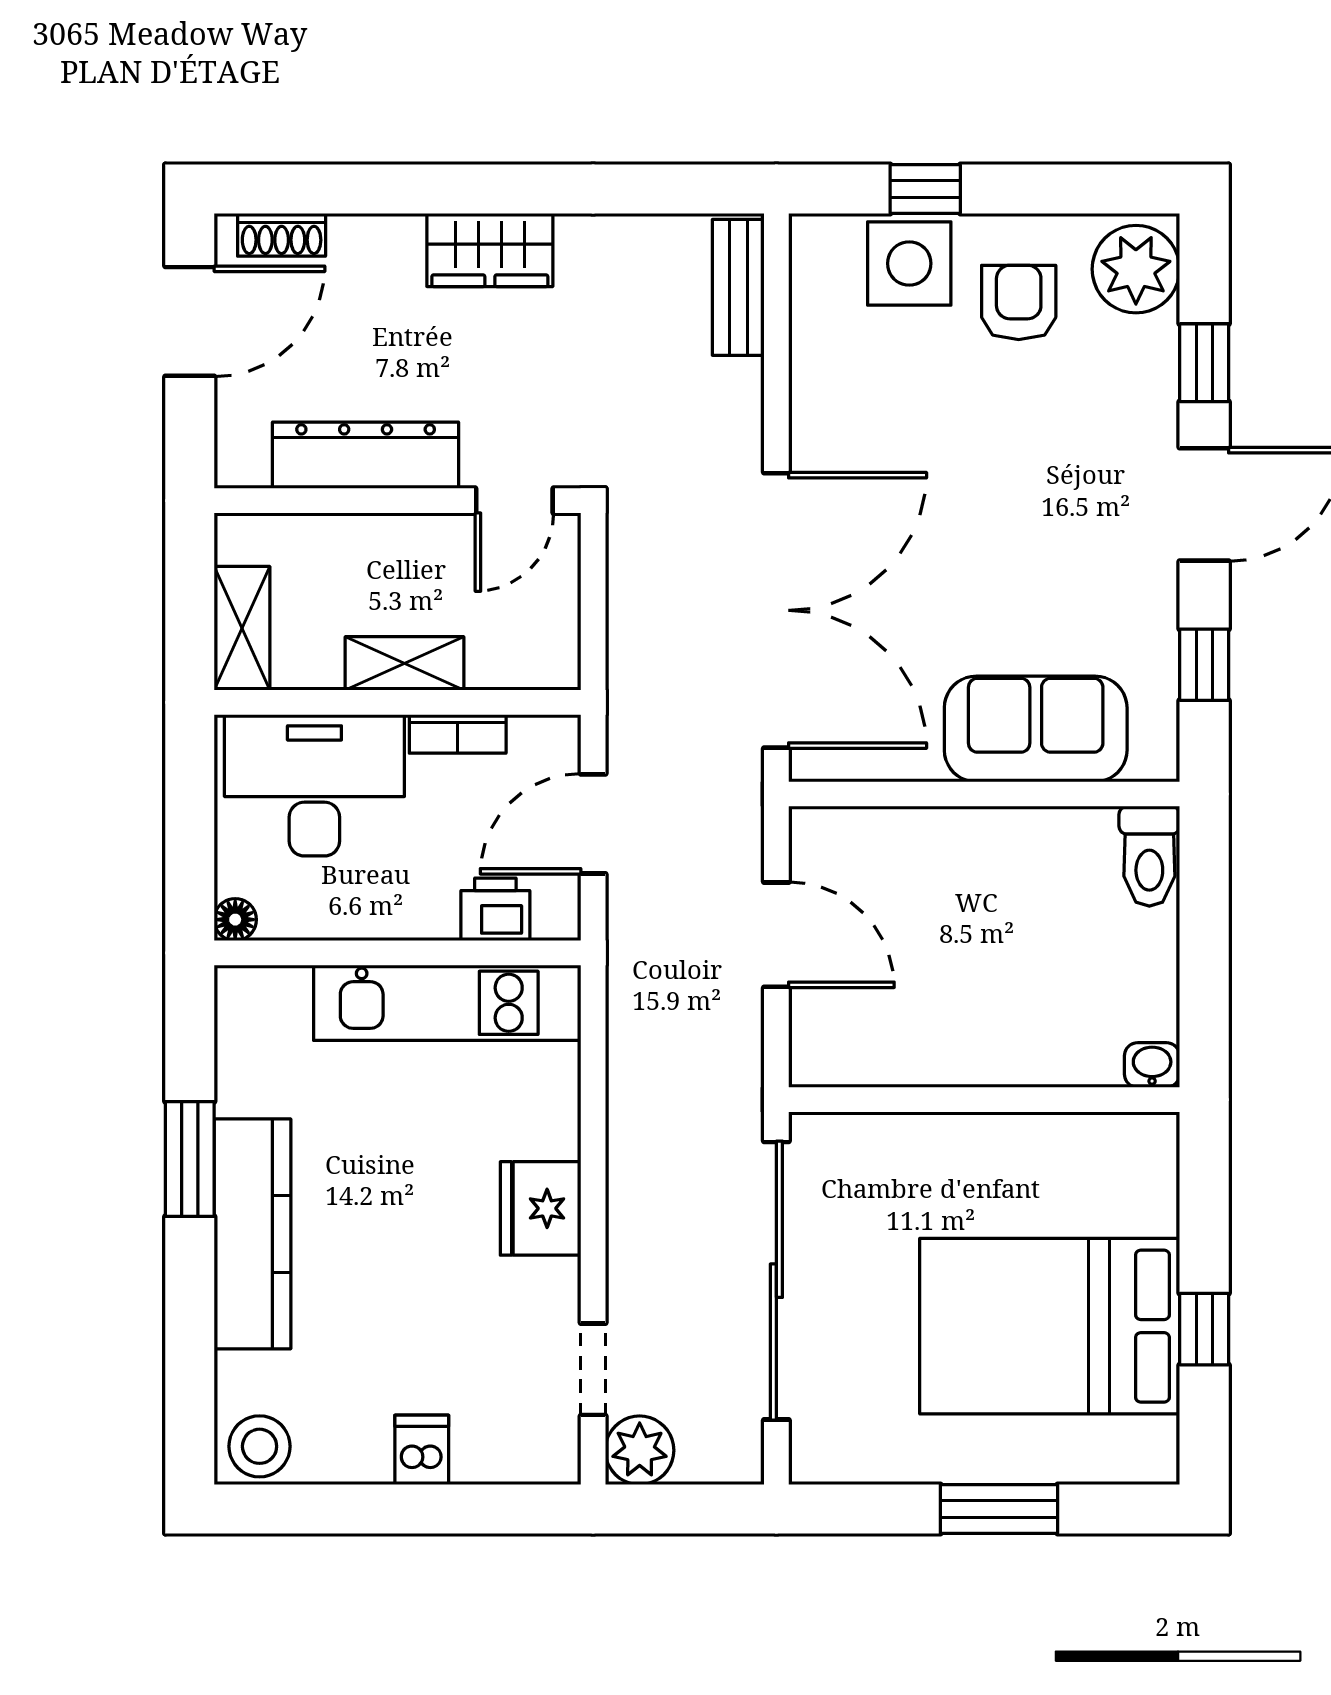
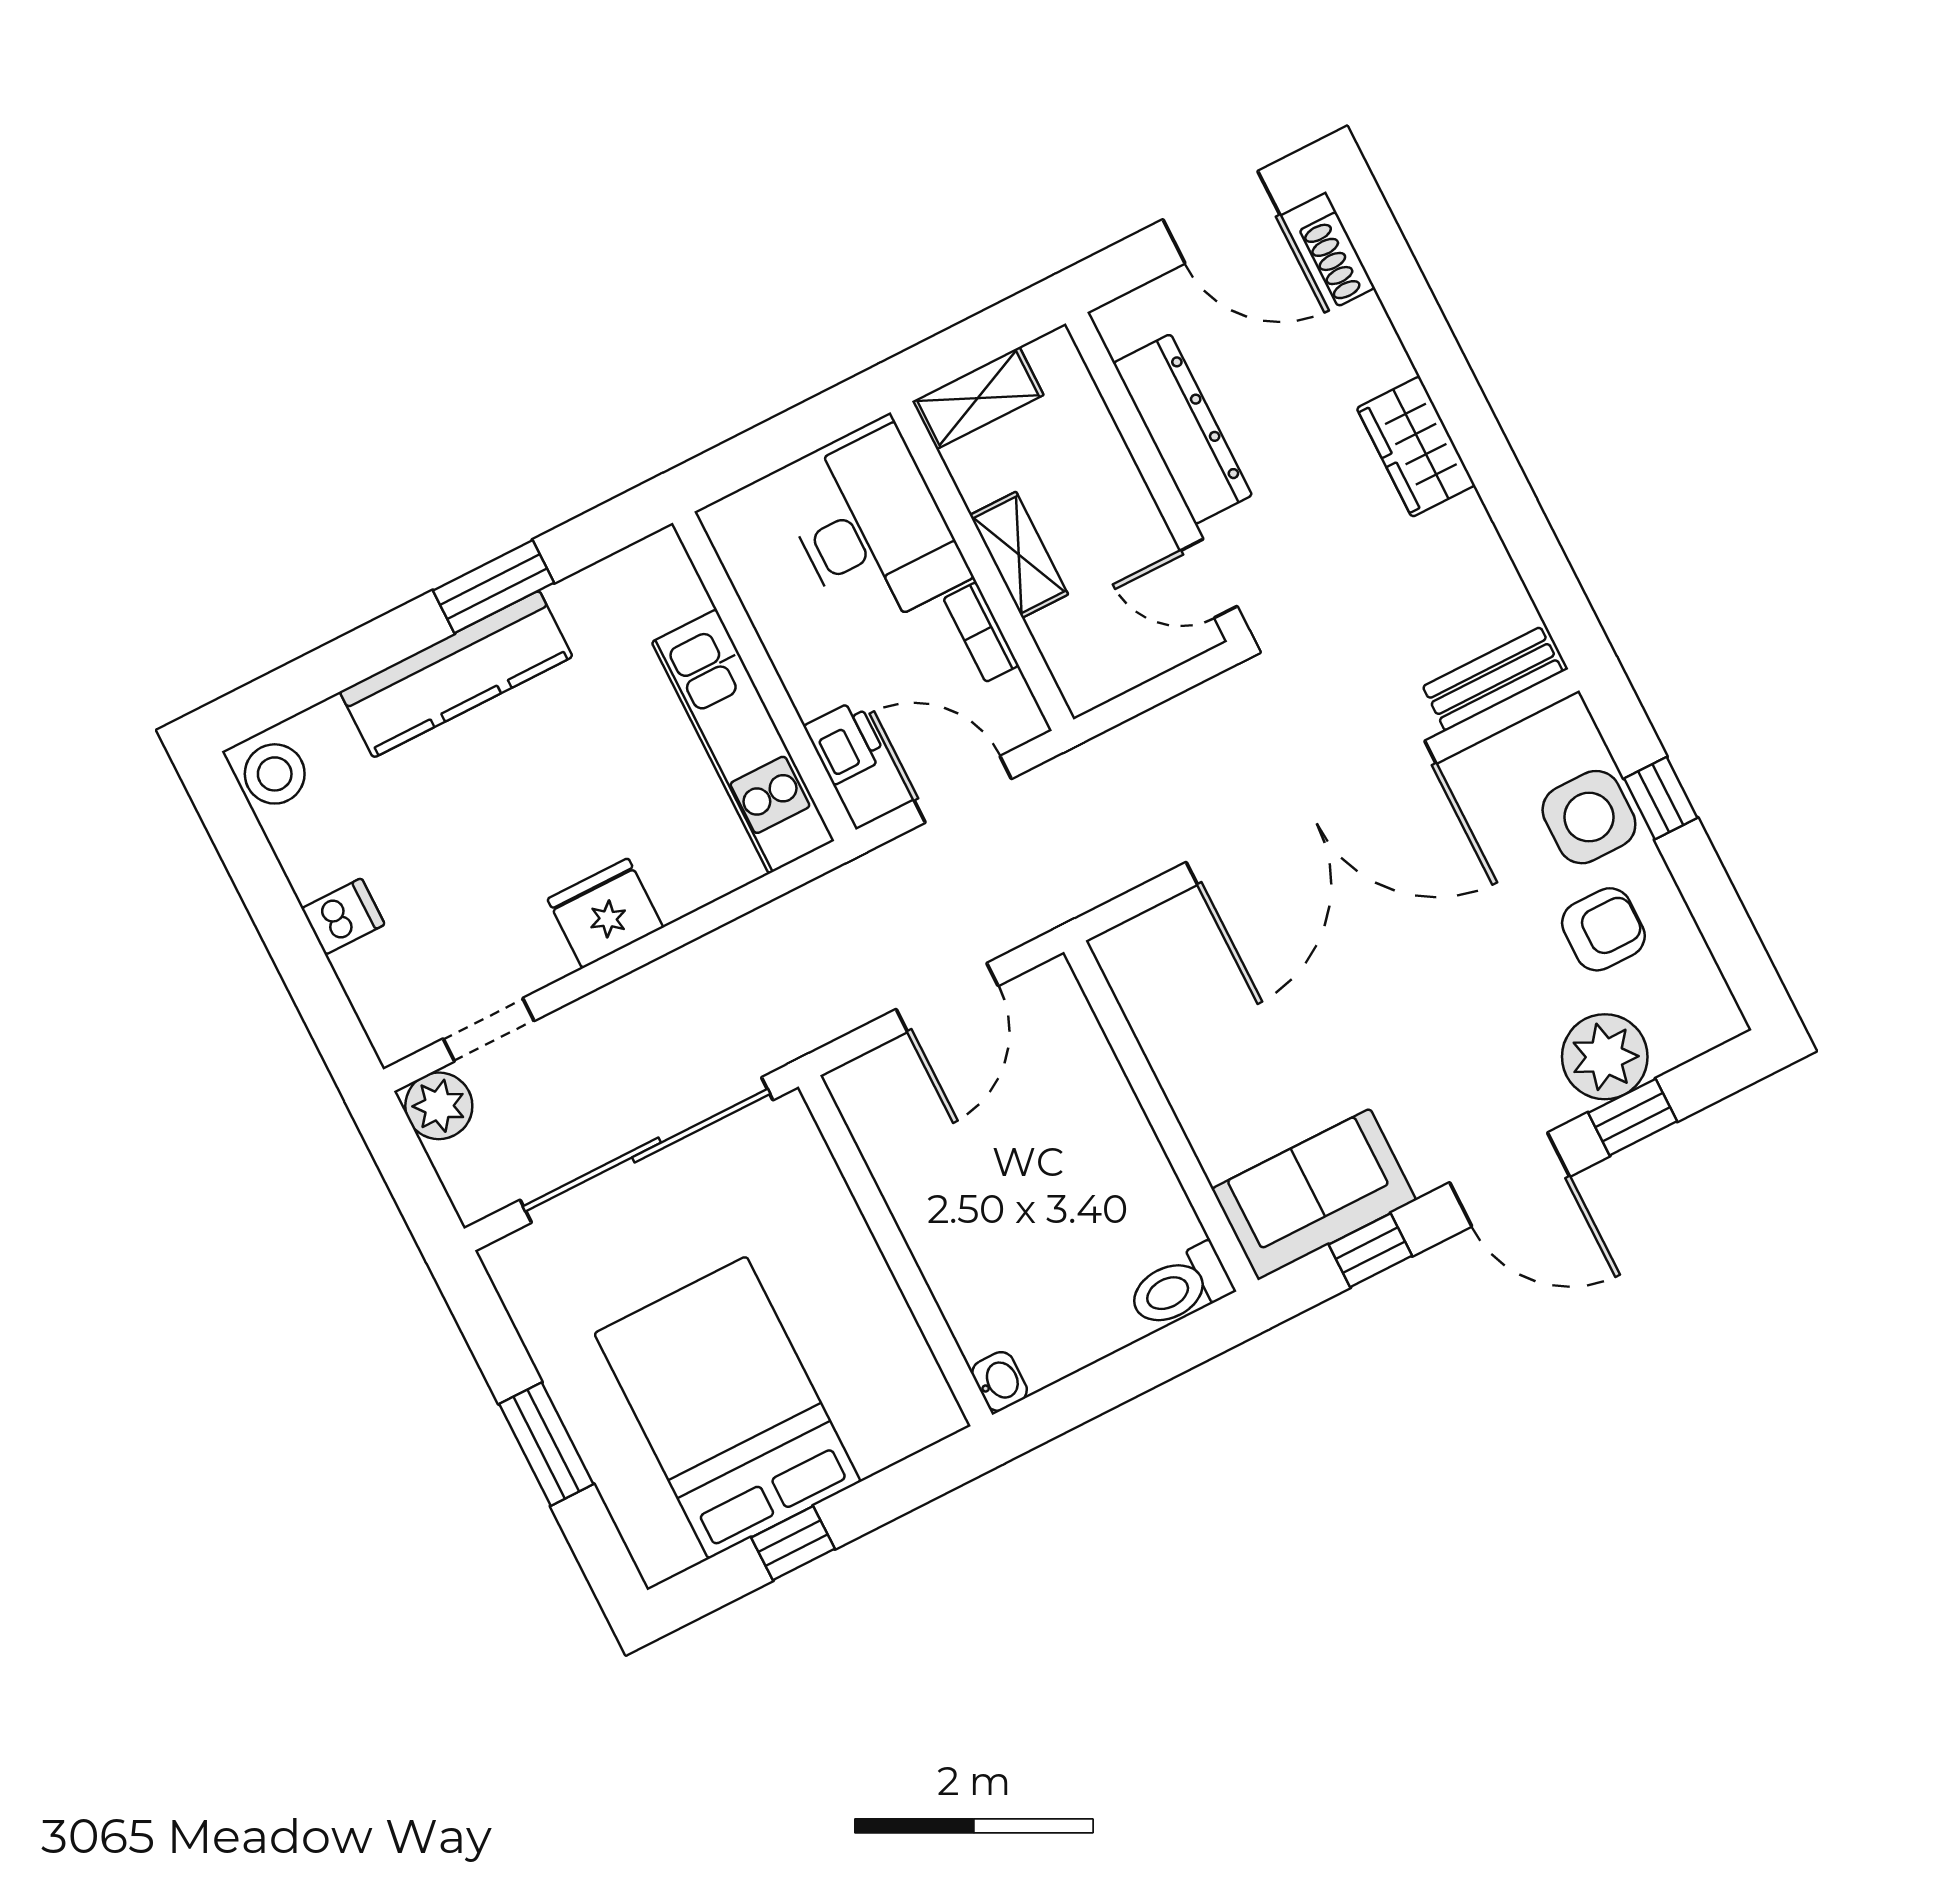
plant: (1136, 269) -> (1605, 1057), moved
double door: (776, 610) -> (1311, 813), moved
sofa: (1036, 729) -> (1314, 1194), moved, turned -90
floor lamp: (235, 920) -> (722, 521), removed

